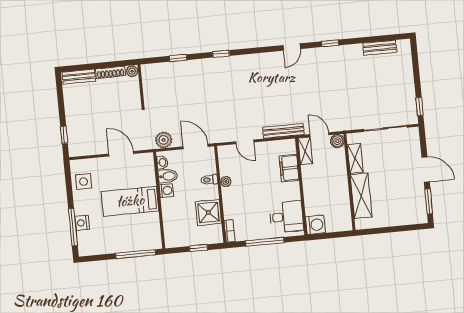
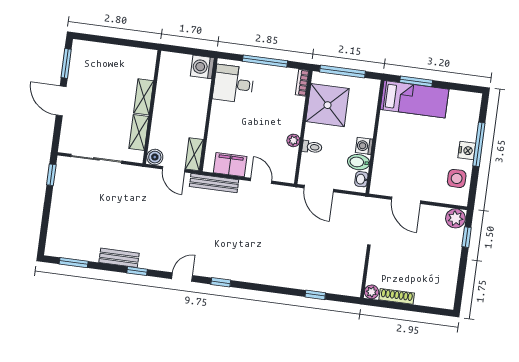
window: (384, 38) -> (74, 263), added
bench: (380, 48) -> (119, 258), moved
window: (221, 54) -> (221, 282), moved
bench: (79, 77) -> (434, 300), removed
plant: (164, 140) -> (455, 218), moved
filing cabinet: (289, 168) -> (230, 165), moved, turned -90
shelving: (361, 196) -> (144, 97), width x0.67, depth x0.75
bed: (130, 201) -> (415, 99), moved
shower: (208, 213) -> (327, 105), width x1.37, depth x1.37
nightstand: (82, 223) -> (467, 151), moved
window: (73, 227) -> (479, 144), moved
window: (199, 248) -> (343, 71), width x2.17
window: (136, 254) -> (416, 81), width x0.69

